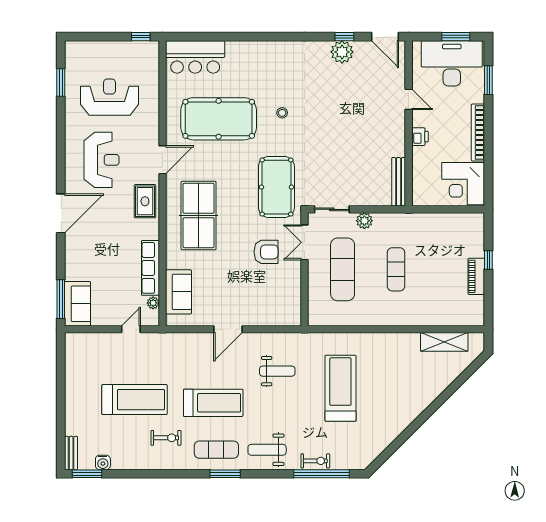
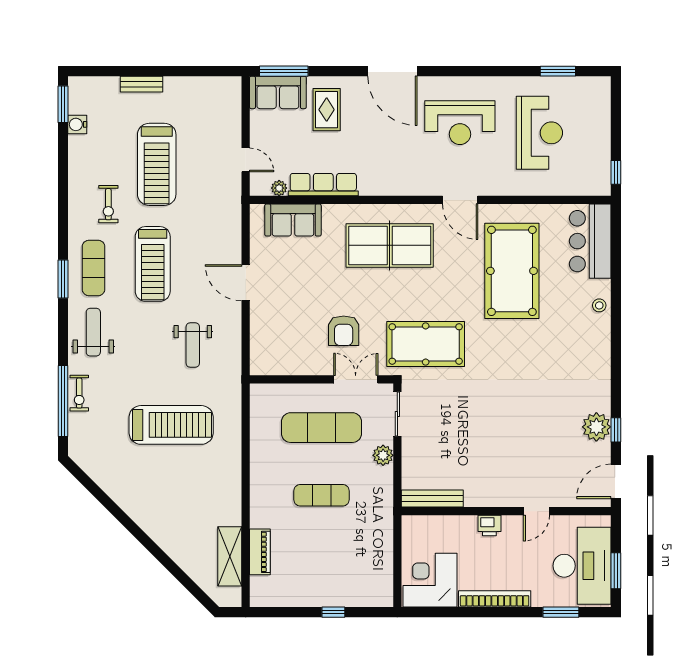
stool: (282, 113) -> (599, 305), moved
rug: (145, 201) -> (327, 110), moved, turned 90
piano: (476, 276) -> (260, 552), moved, turned 90
bench: (71, 453) -> (142, 84), moved

